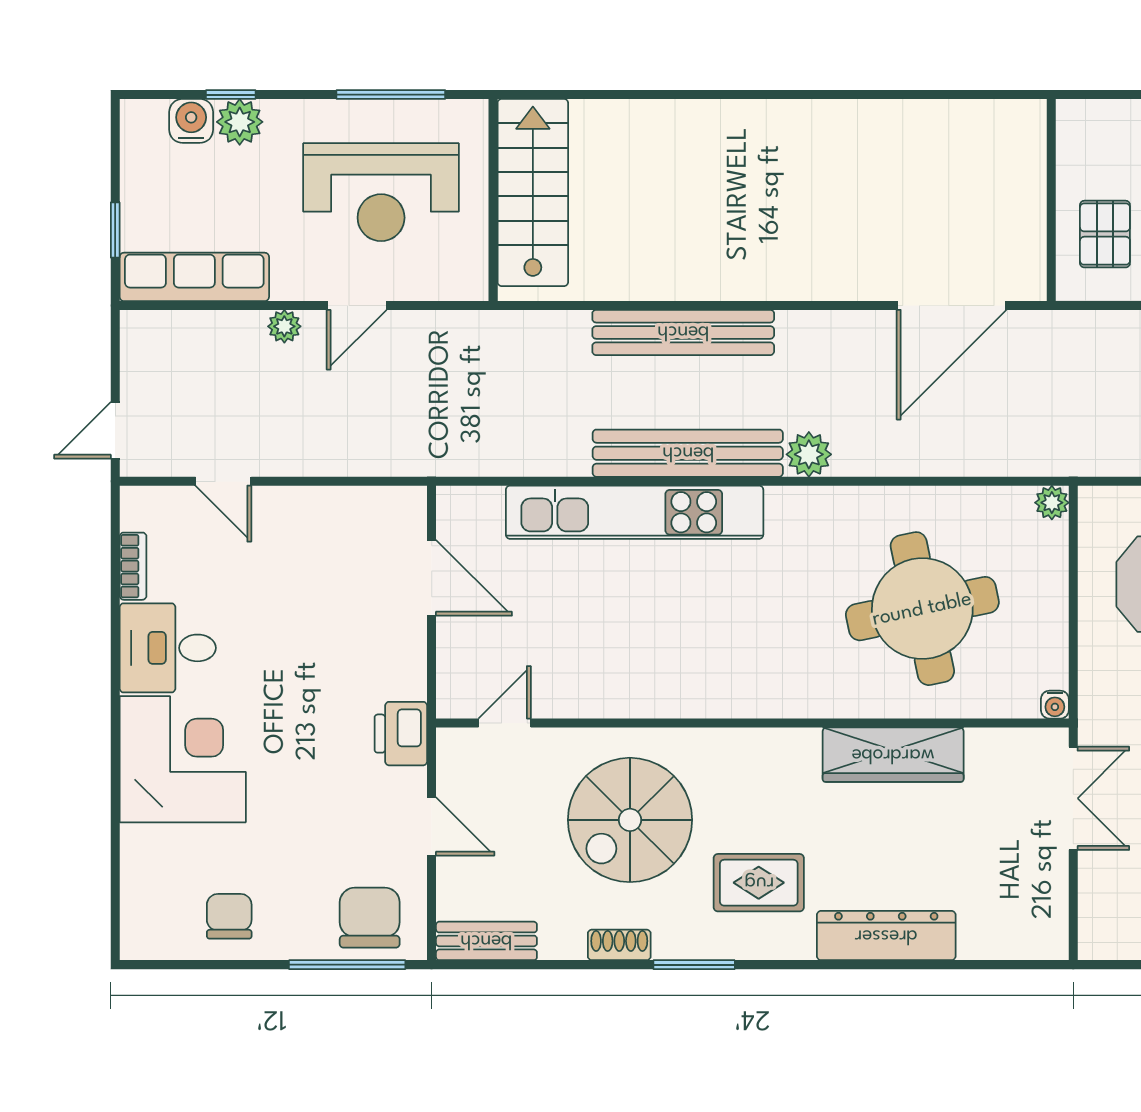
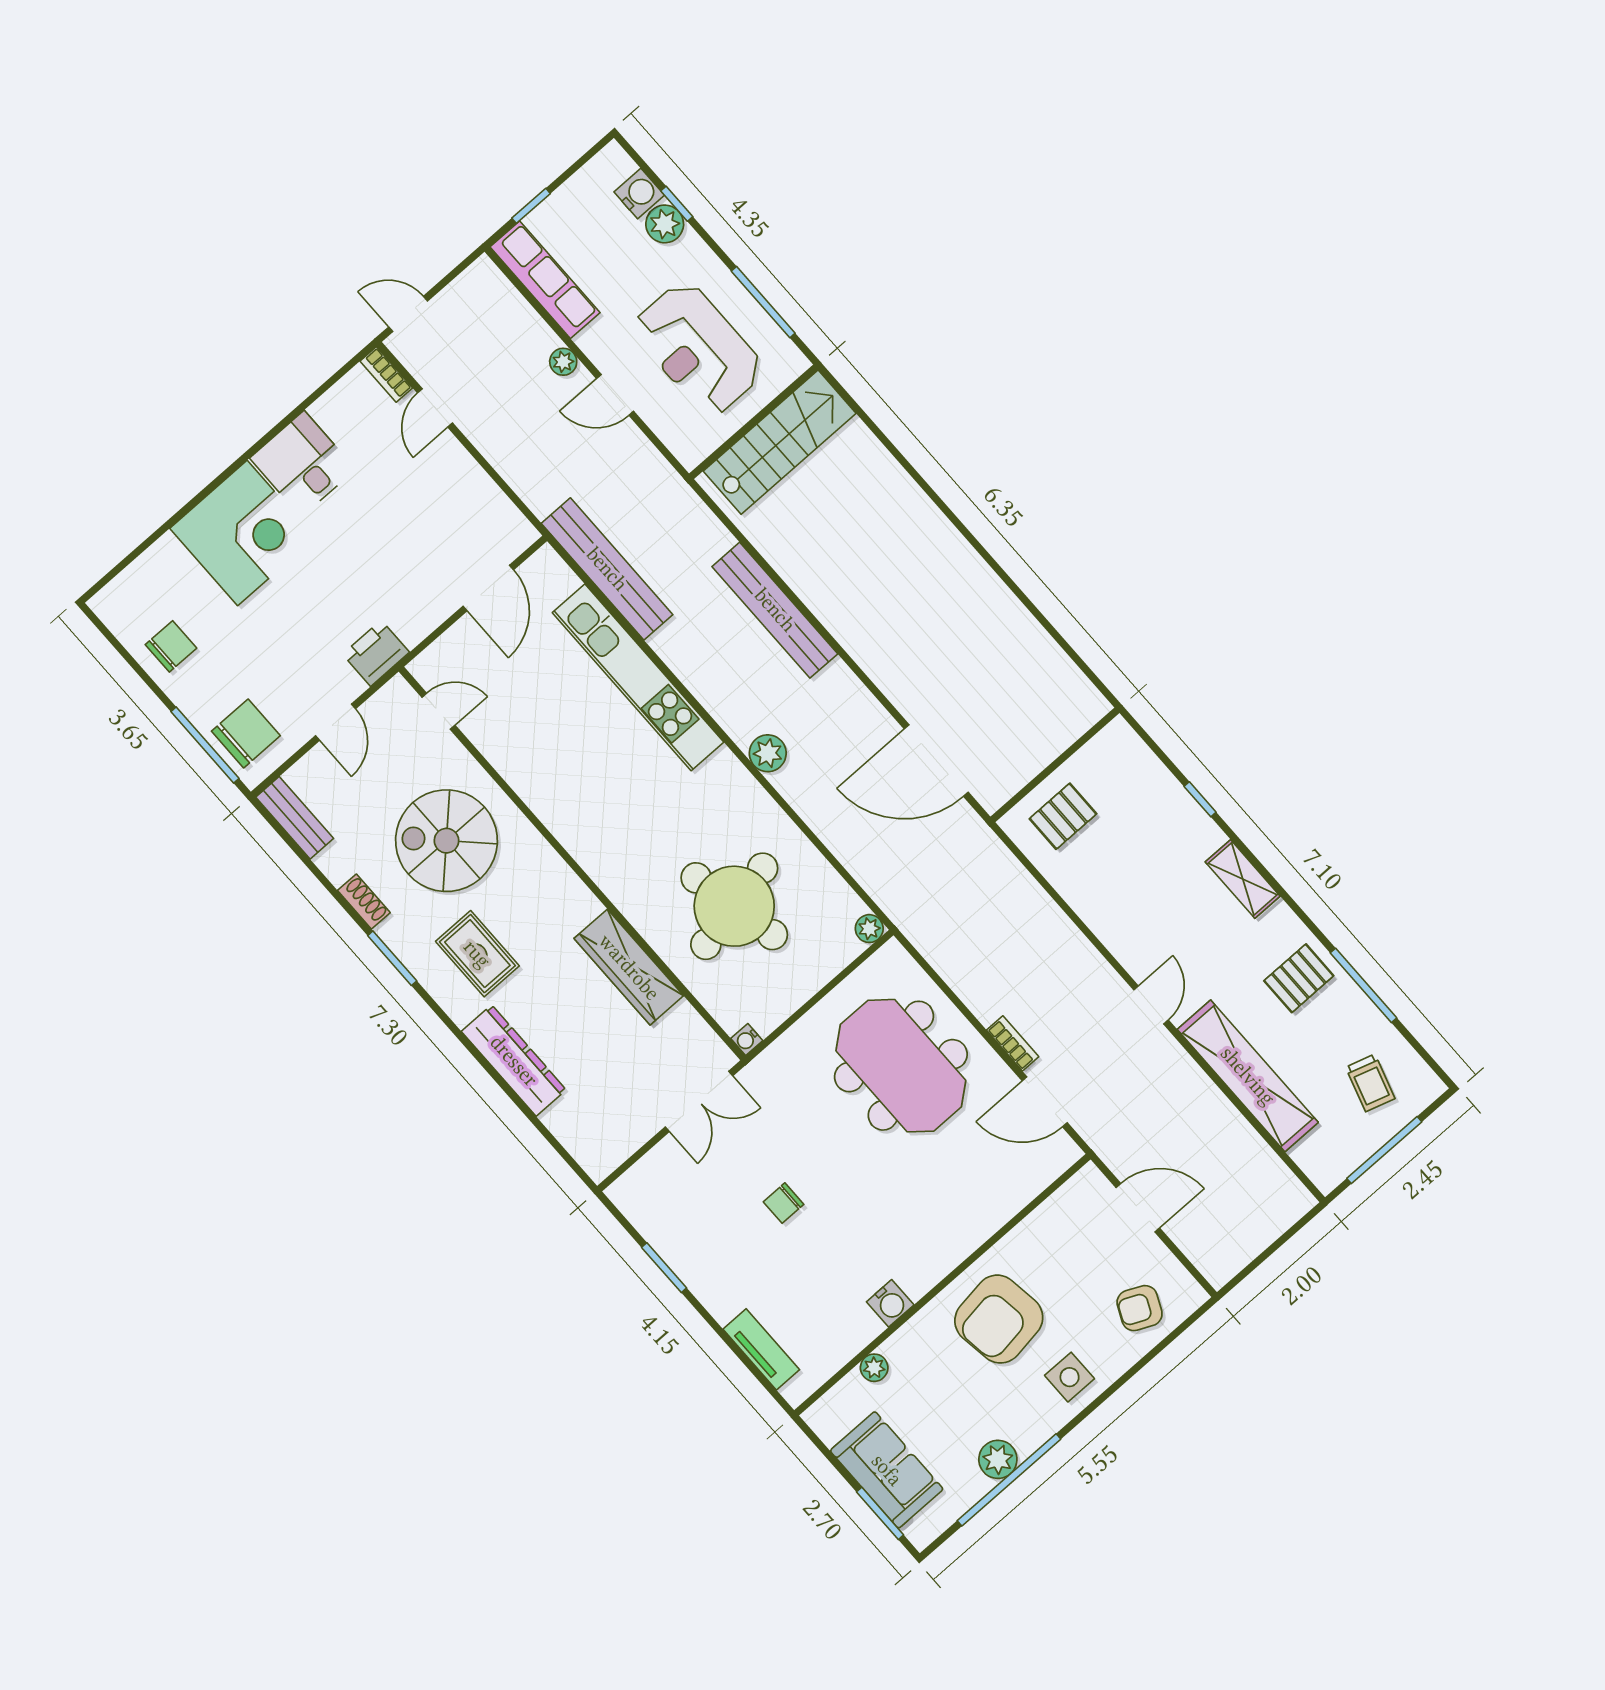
bench: (688, 453) -> (607, 569), moved
bookcase: (133, 566) -> (386, 374), moved, turned 90

